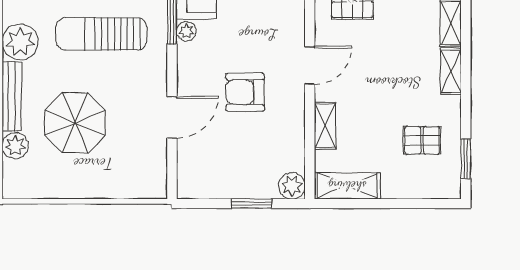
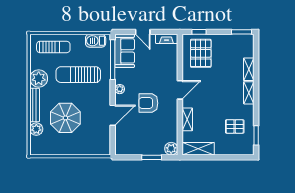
plant: (186, 31) -> (120, 89), moved

